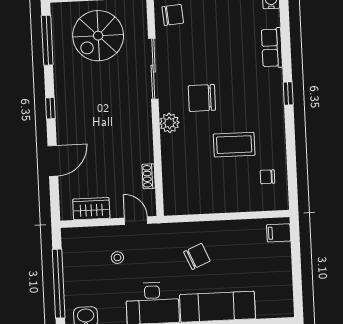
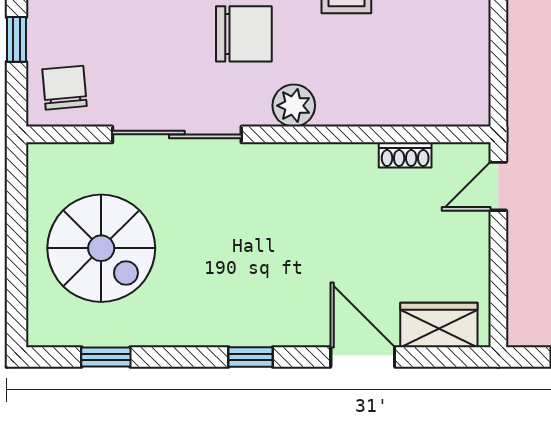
window: (47, 40) -> (106, 357), width x0.46
chair: (202, 98) -> (244, 34), turned -90
wardrobe: (91, 209) -> (439, 325), moved, turned 90

